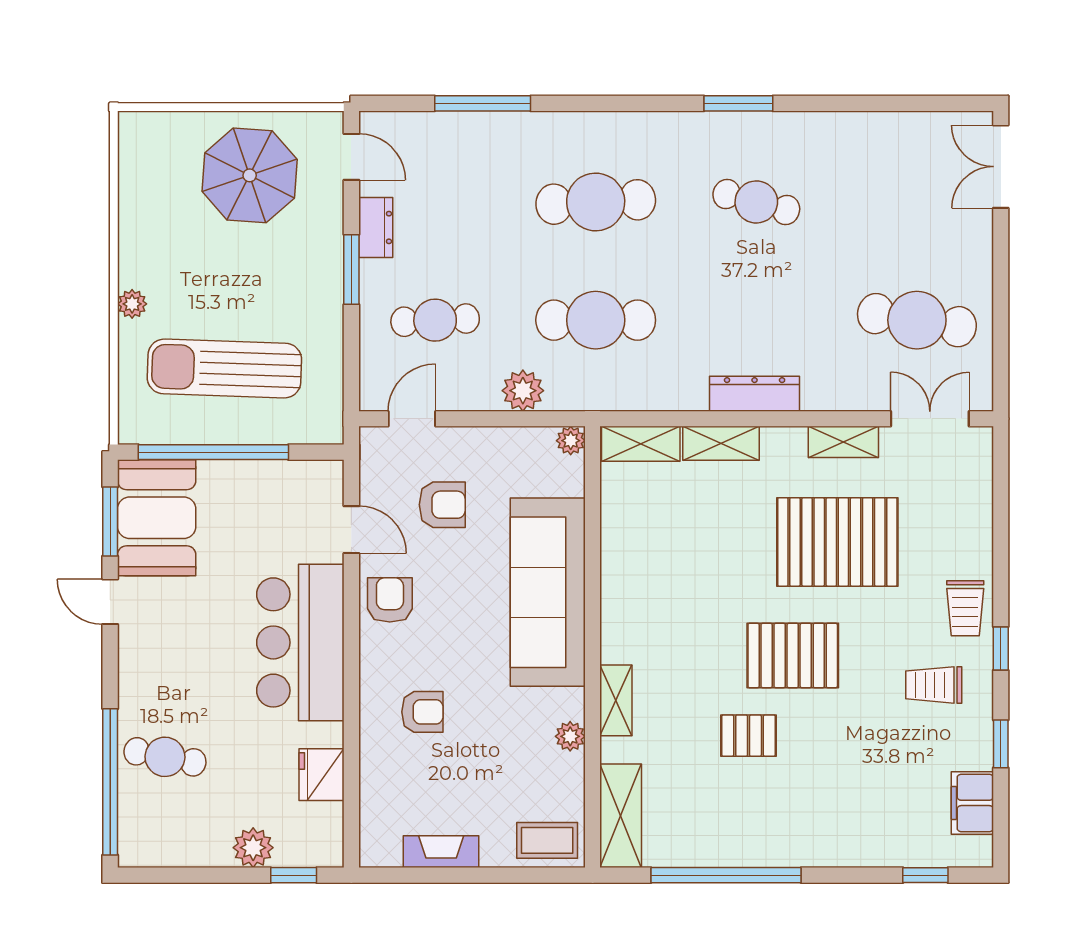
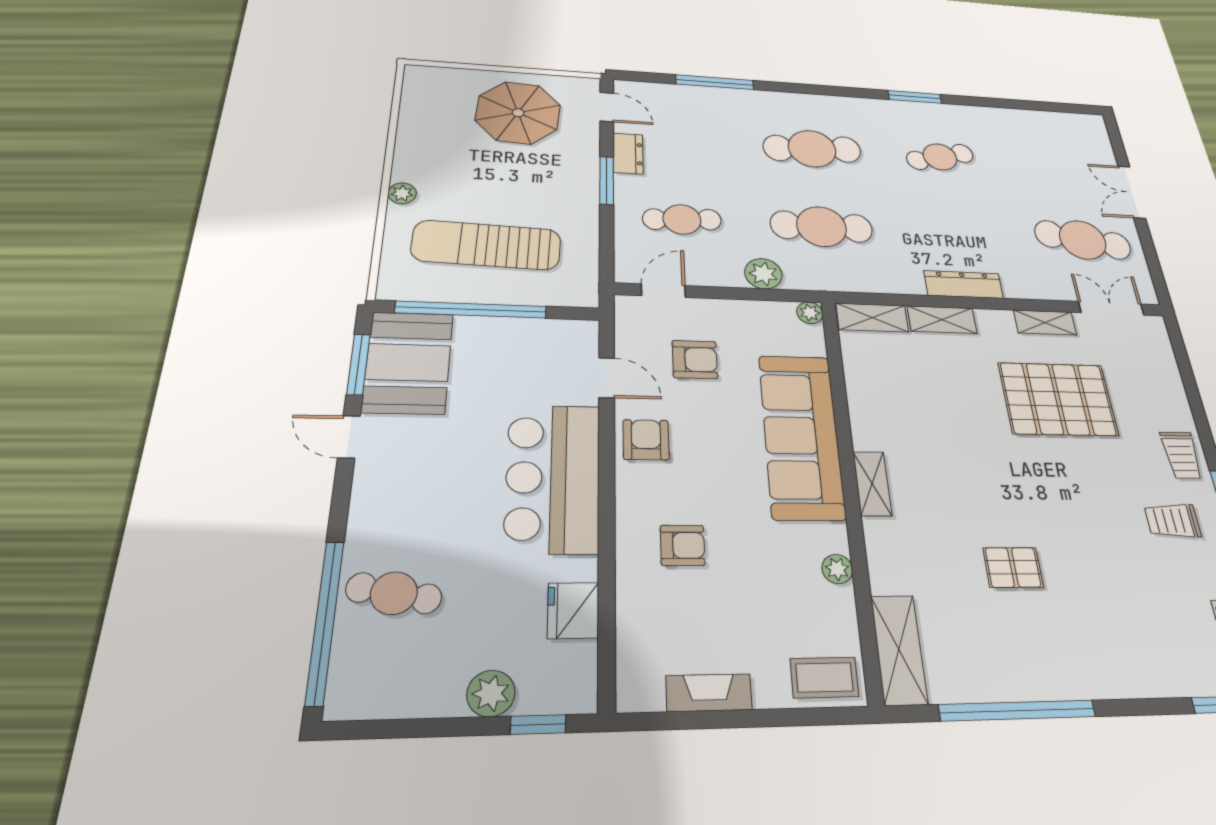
double door: (1001, 167) -> (1132, 192), moved
cafe table: (756, 202) -> (940, 157), turned -30
pallet: (793, 656) -> (1039, 494), removed
shelving: (616, 700) -> (872, 484), moved

